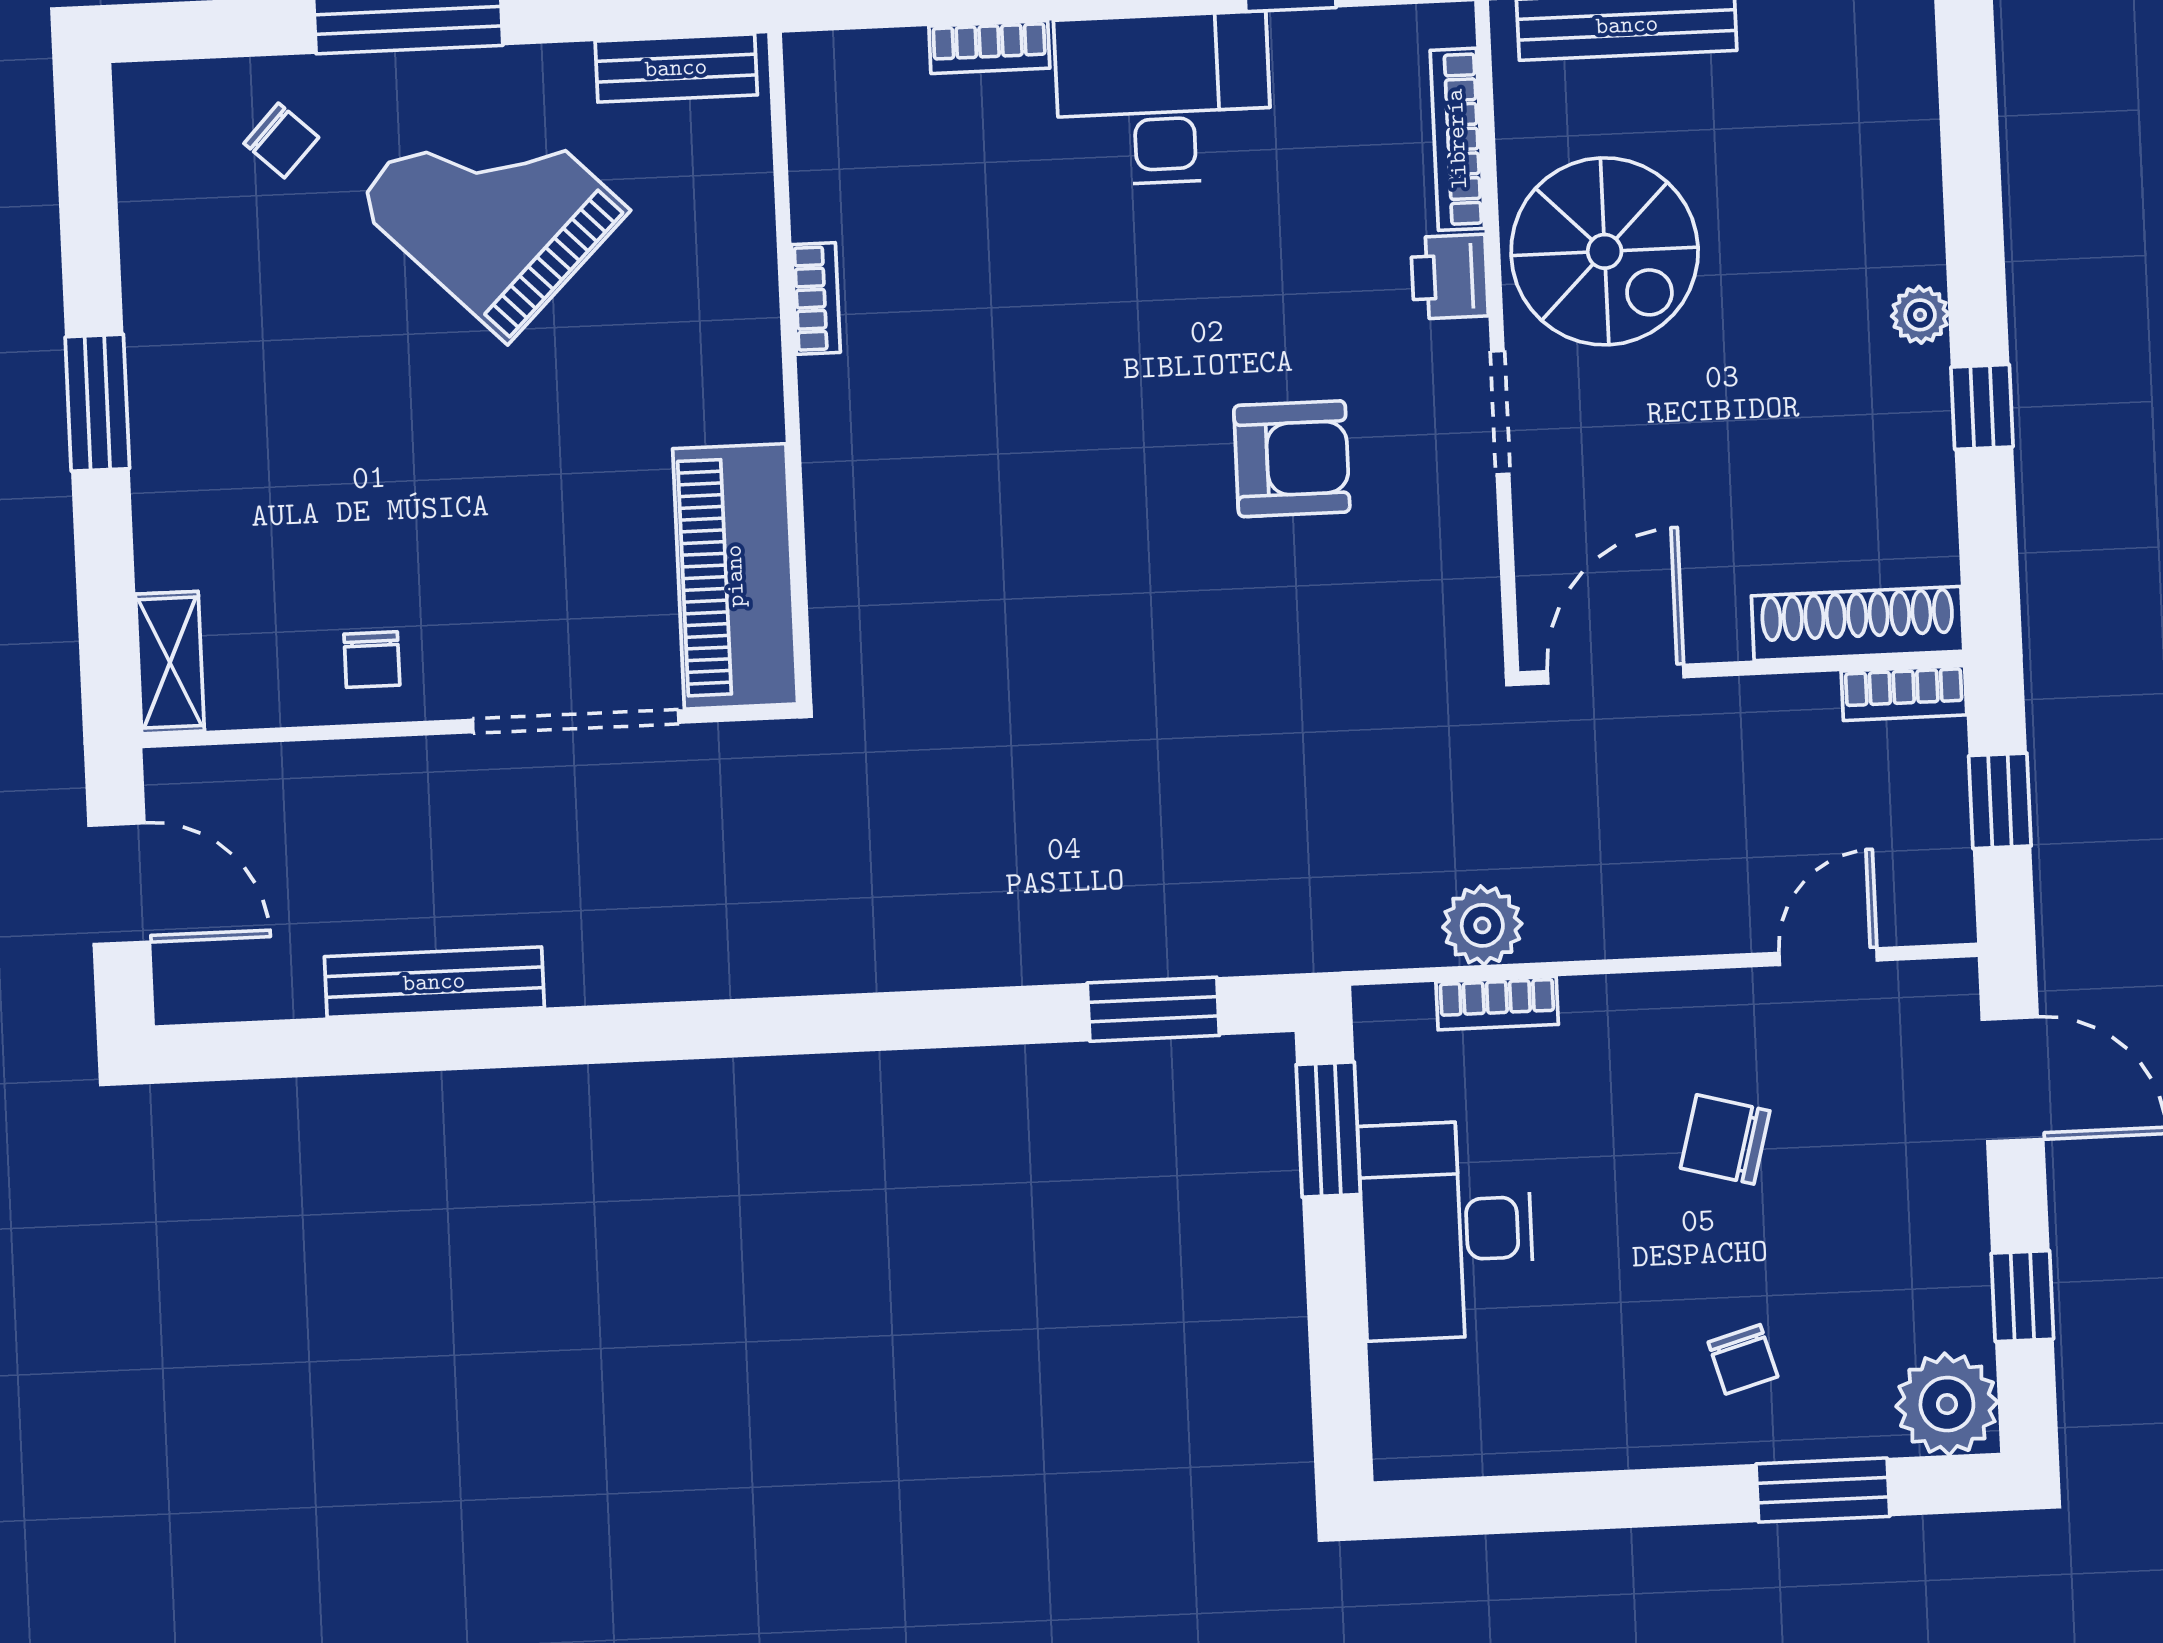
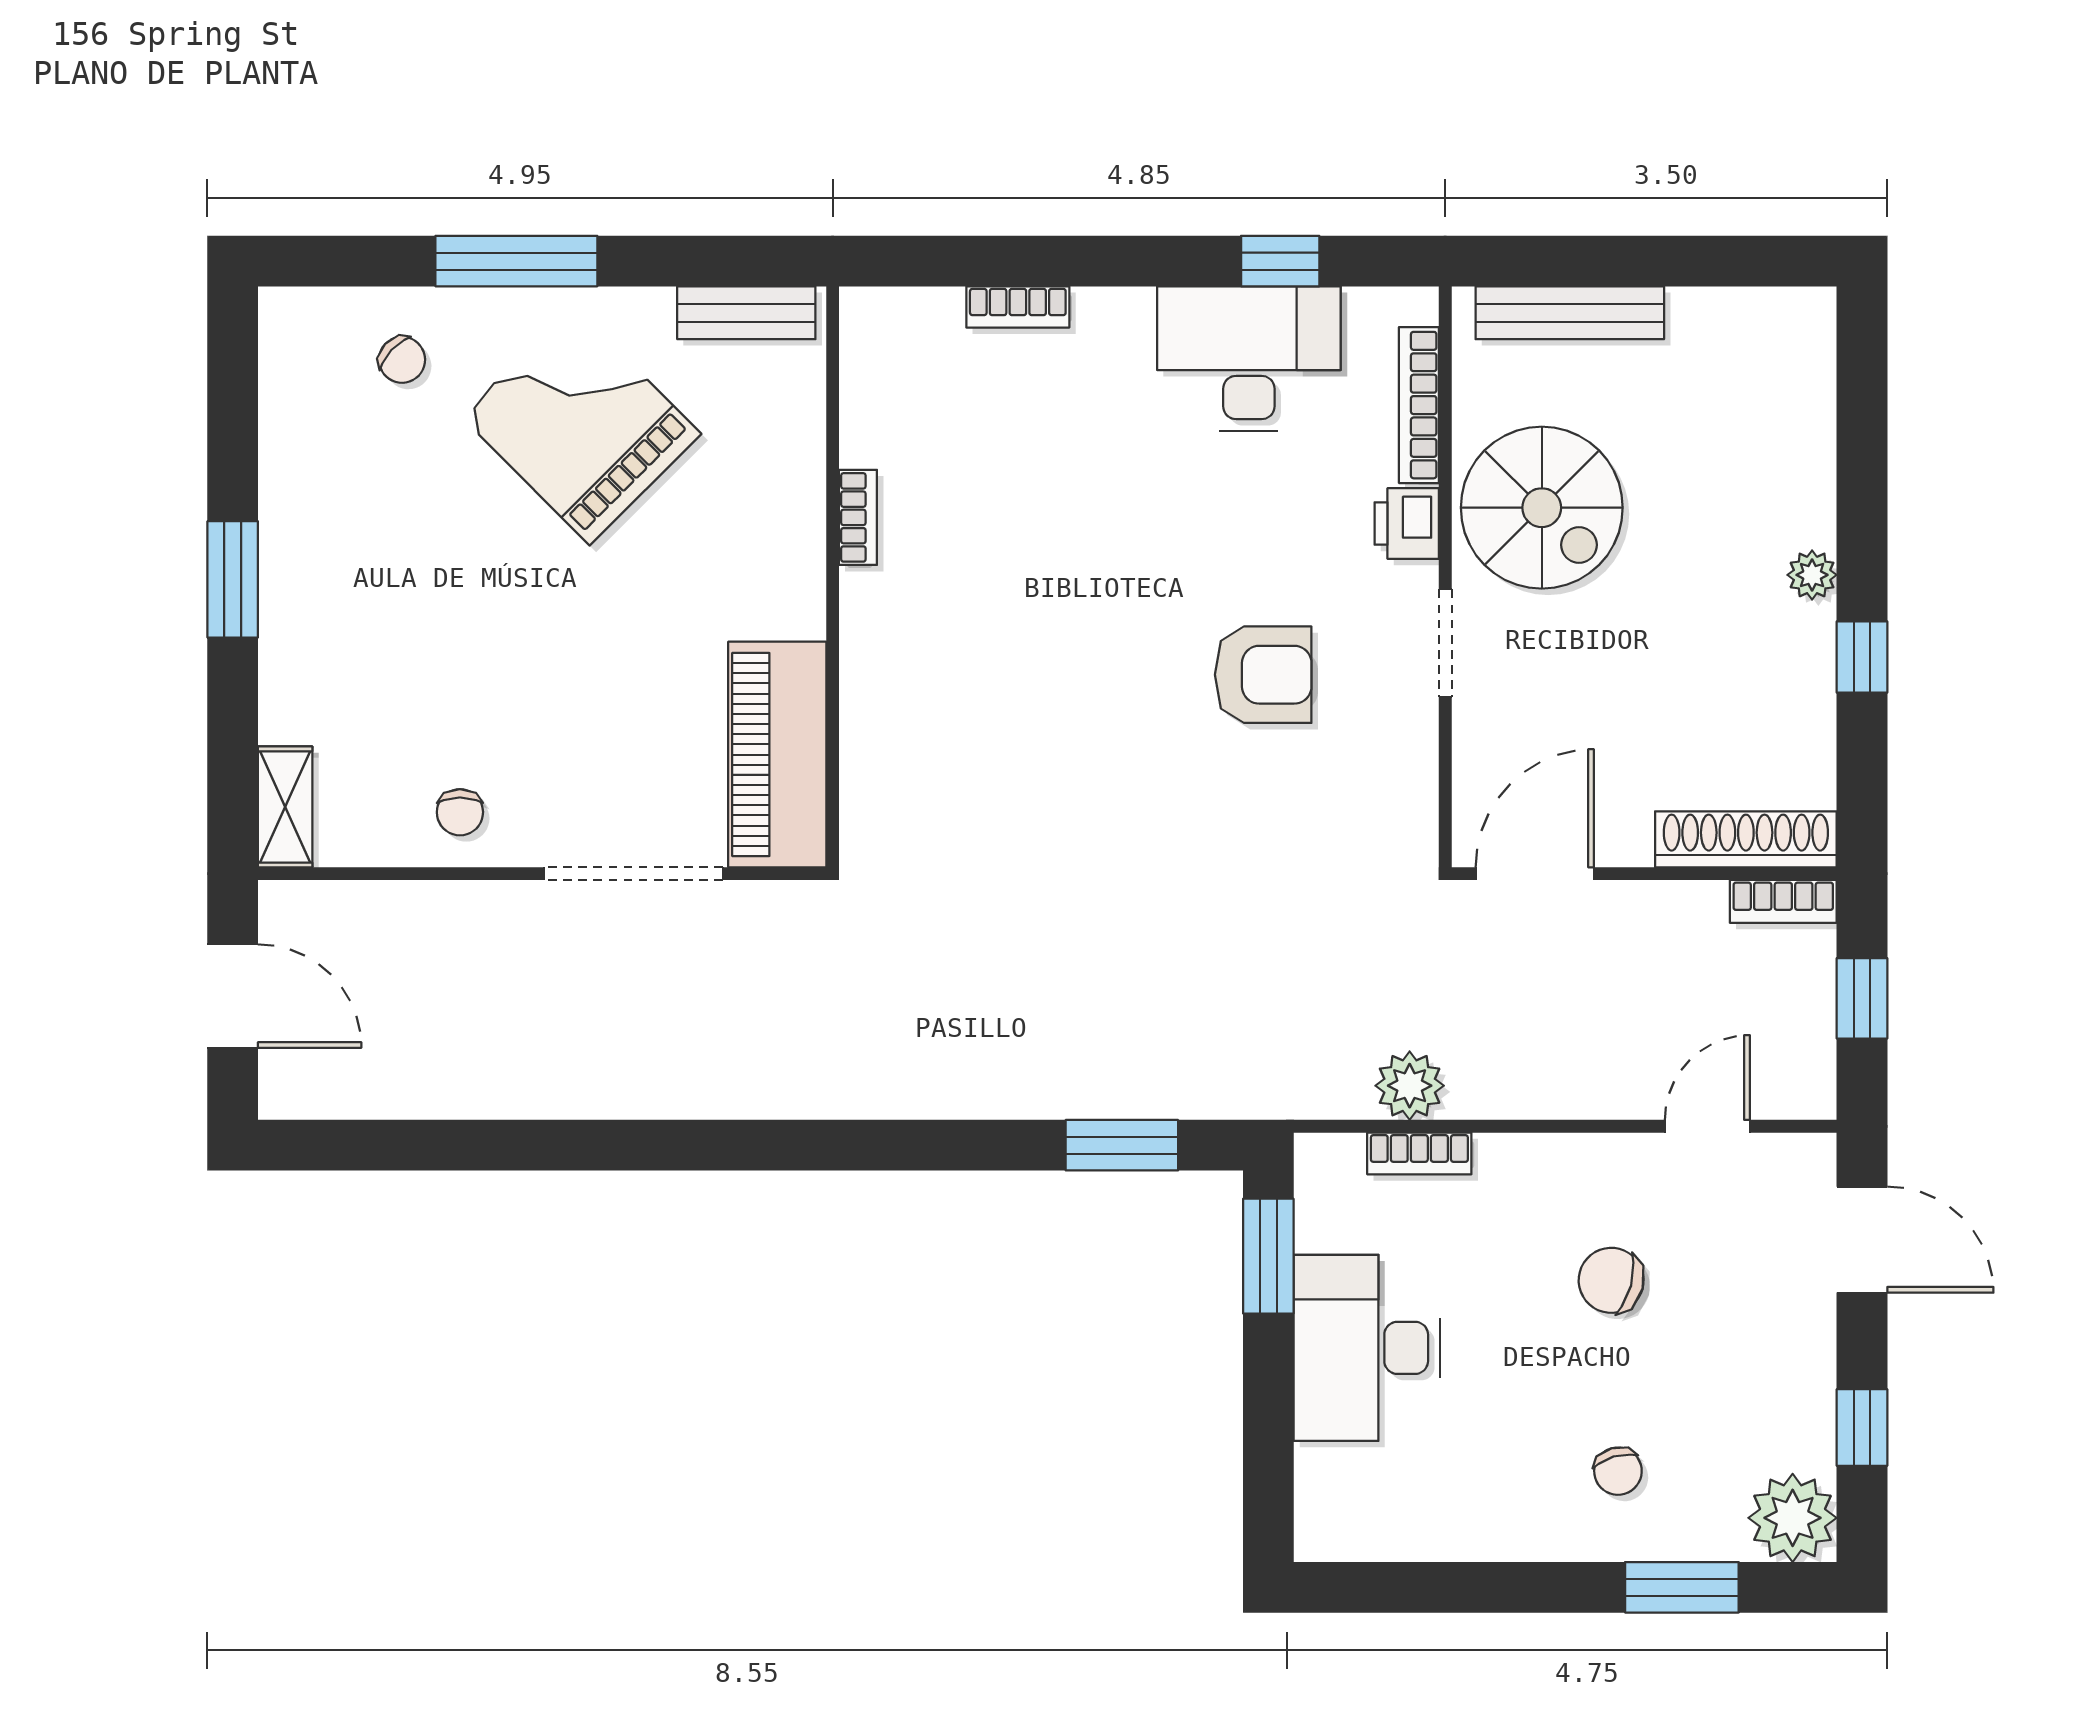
desk: (1163, 99) -> (1249, 359), moved
bench: (434, 982) -> (501, 1094), removed

